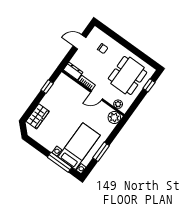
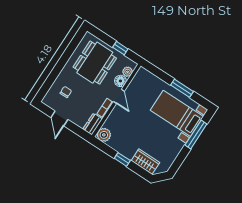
dining table: (128, 76) -> (95, 63), turned 90
window: (149, 85) -> (120, 48), moved
window: (47, 87) -> (122, 159), moved
floor lamp: (110, 97) -> (120, 81), added
plant: (114, 117) -> (104, 135), moved

